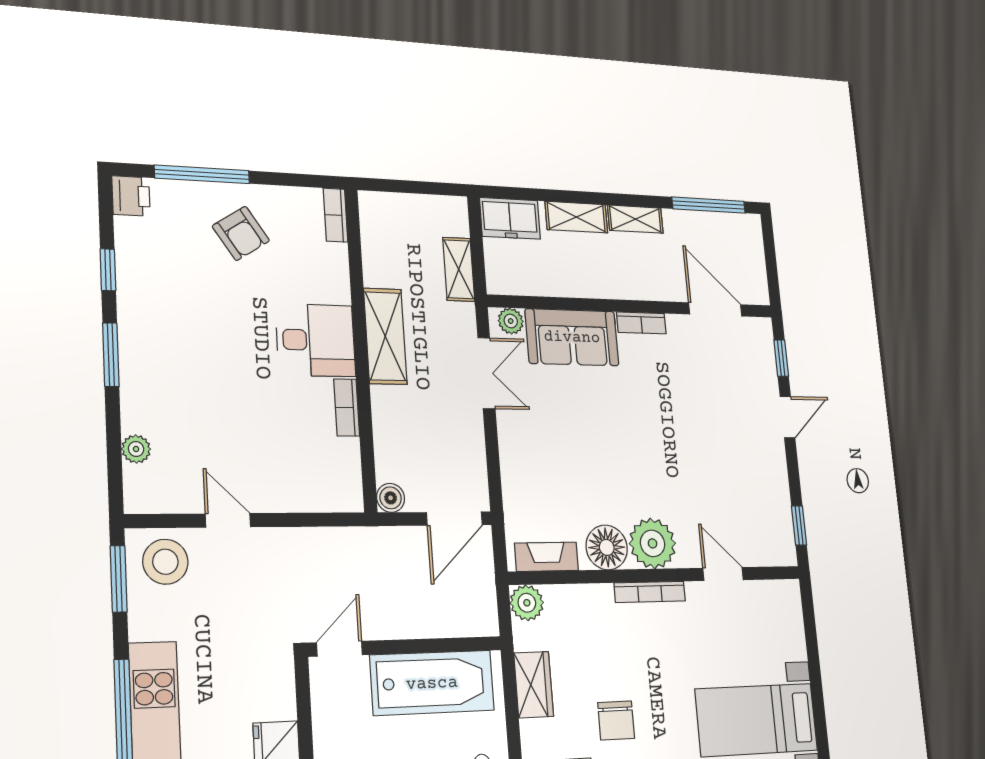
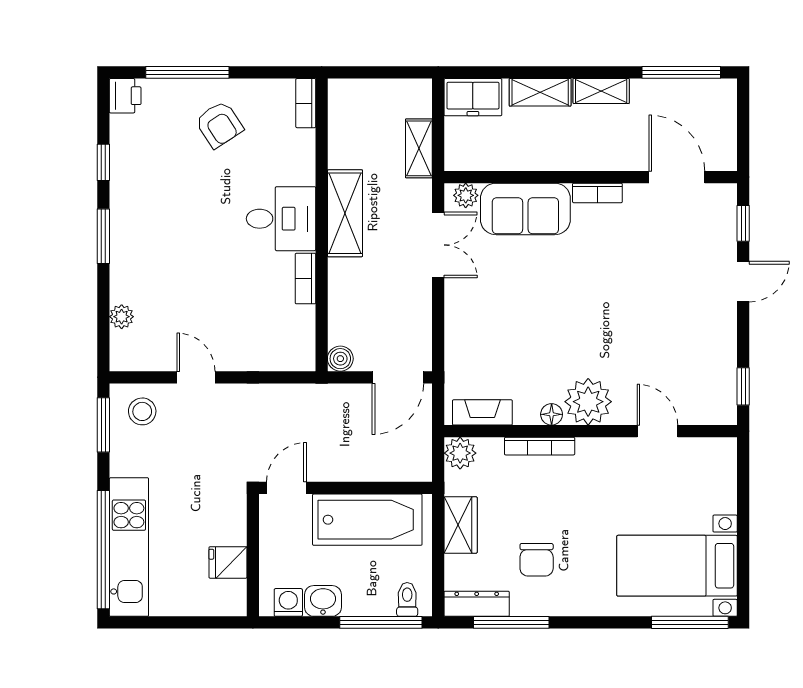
floor lamp: (607, 547) -> (552, 414), width x0.53, depth x0.53
stool: (165, 562) -> (142, 411), width x0.73, depth x0.73
bookcase: (650, 592) -> (540, 446), moved

